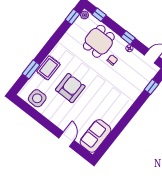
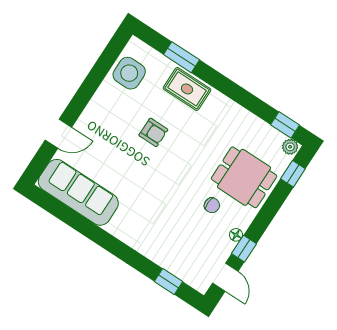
window: (128, 38) -> (244, 249), moved
armchair: (70, 88) -> (153, 132), width x0.53, depth x0.53
sofa: (95, 136) -> (78, 192), width x1.36

